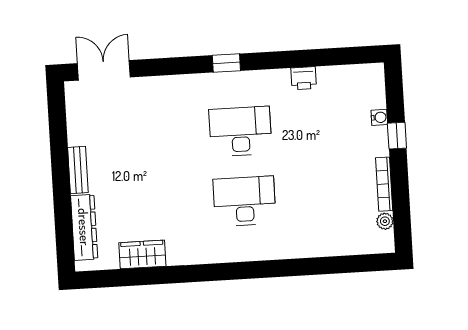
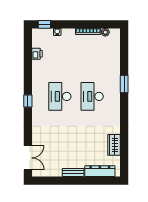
double door: (104, 70) -> (28, 158), swing flipped
printer: (304, 78) -> (37, 54), moved
window: (397, 136) -> (44, 24), moved
window: (275, 268) -> (124, 84), added

